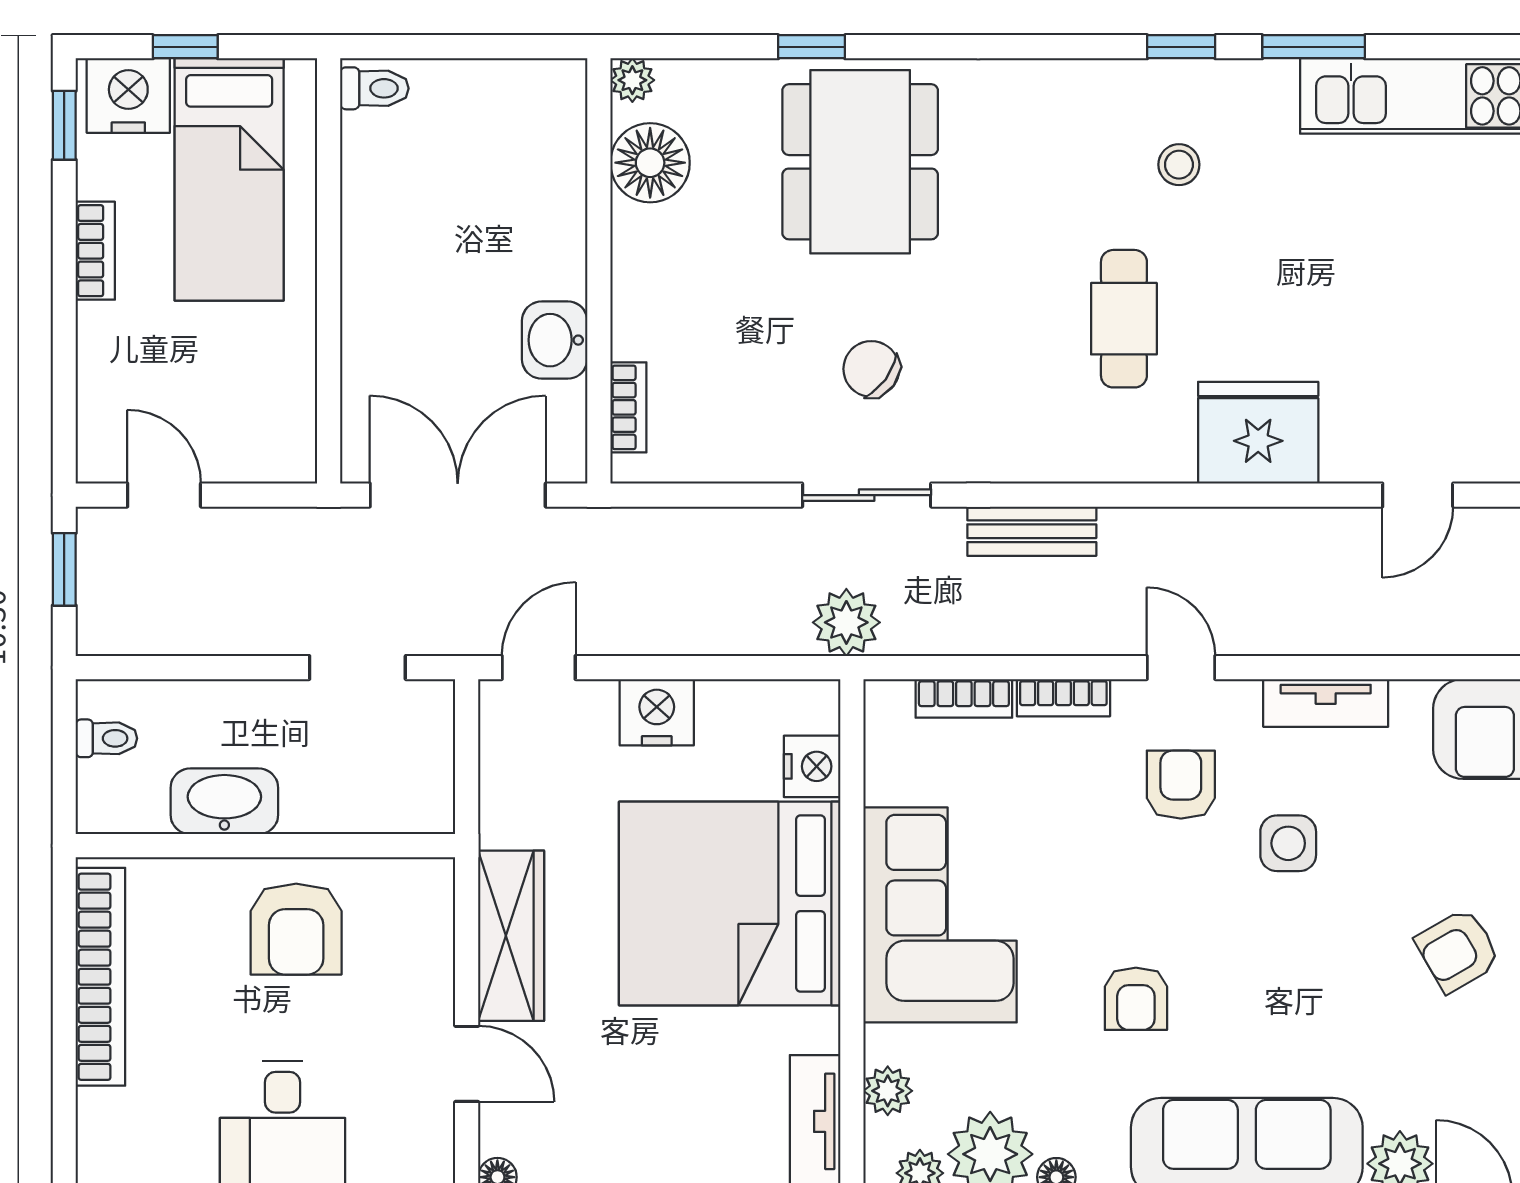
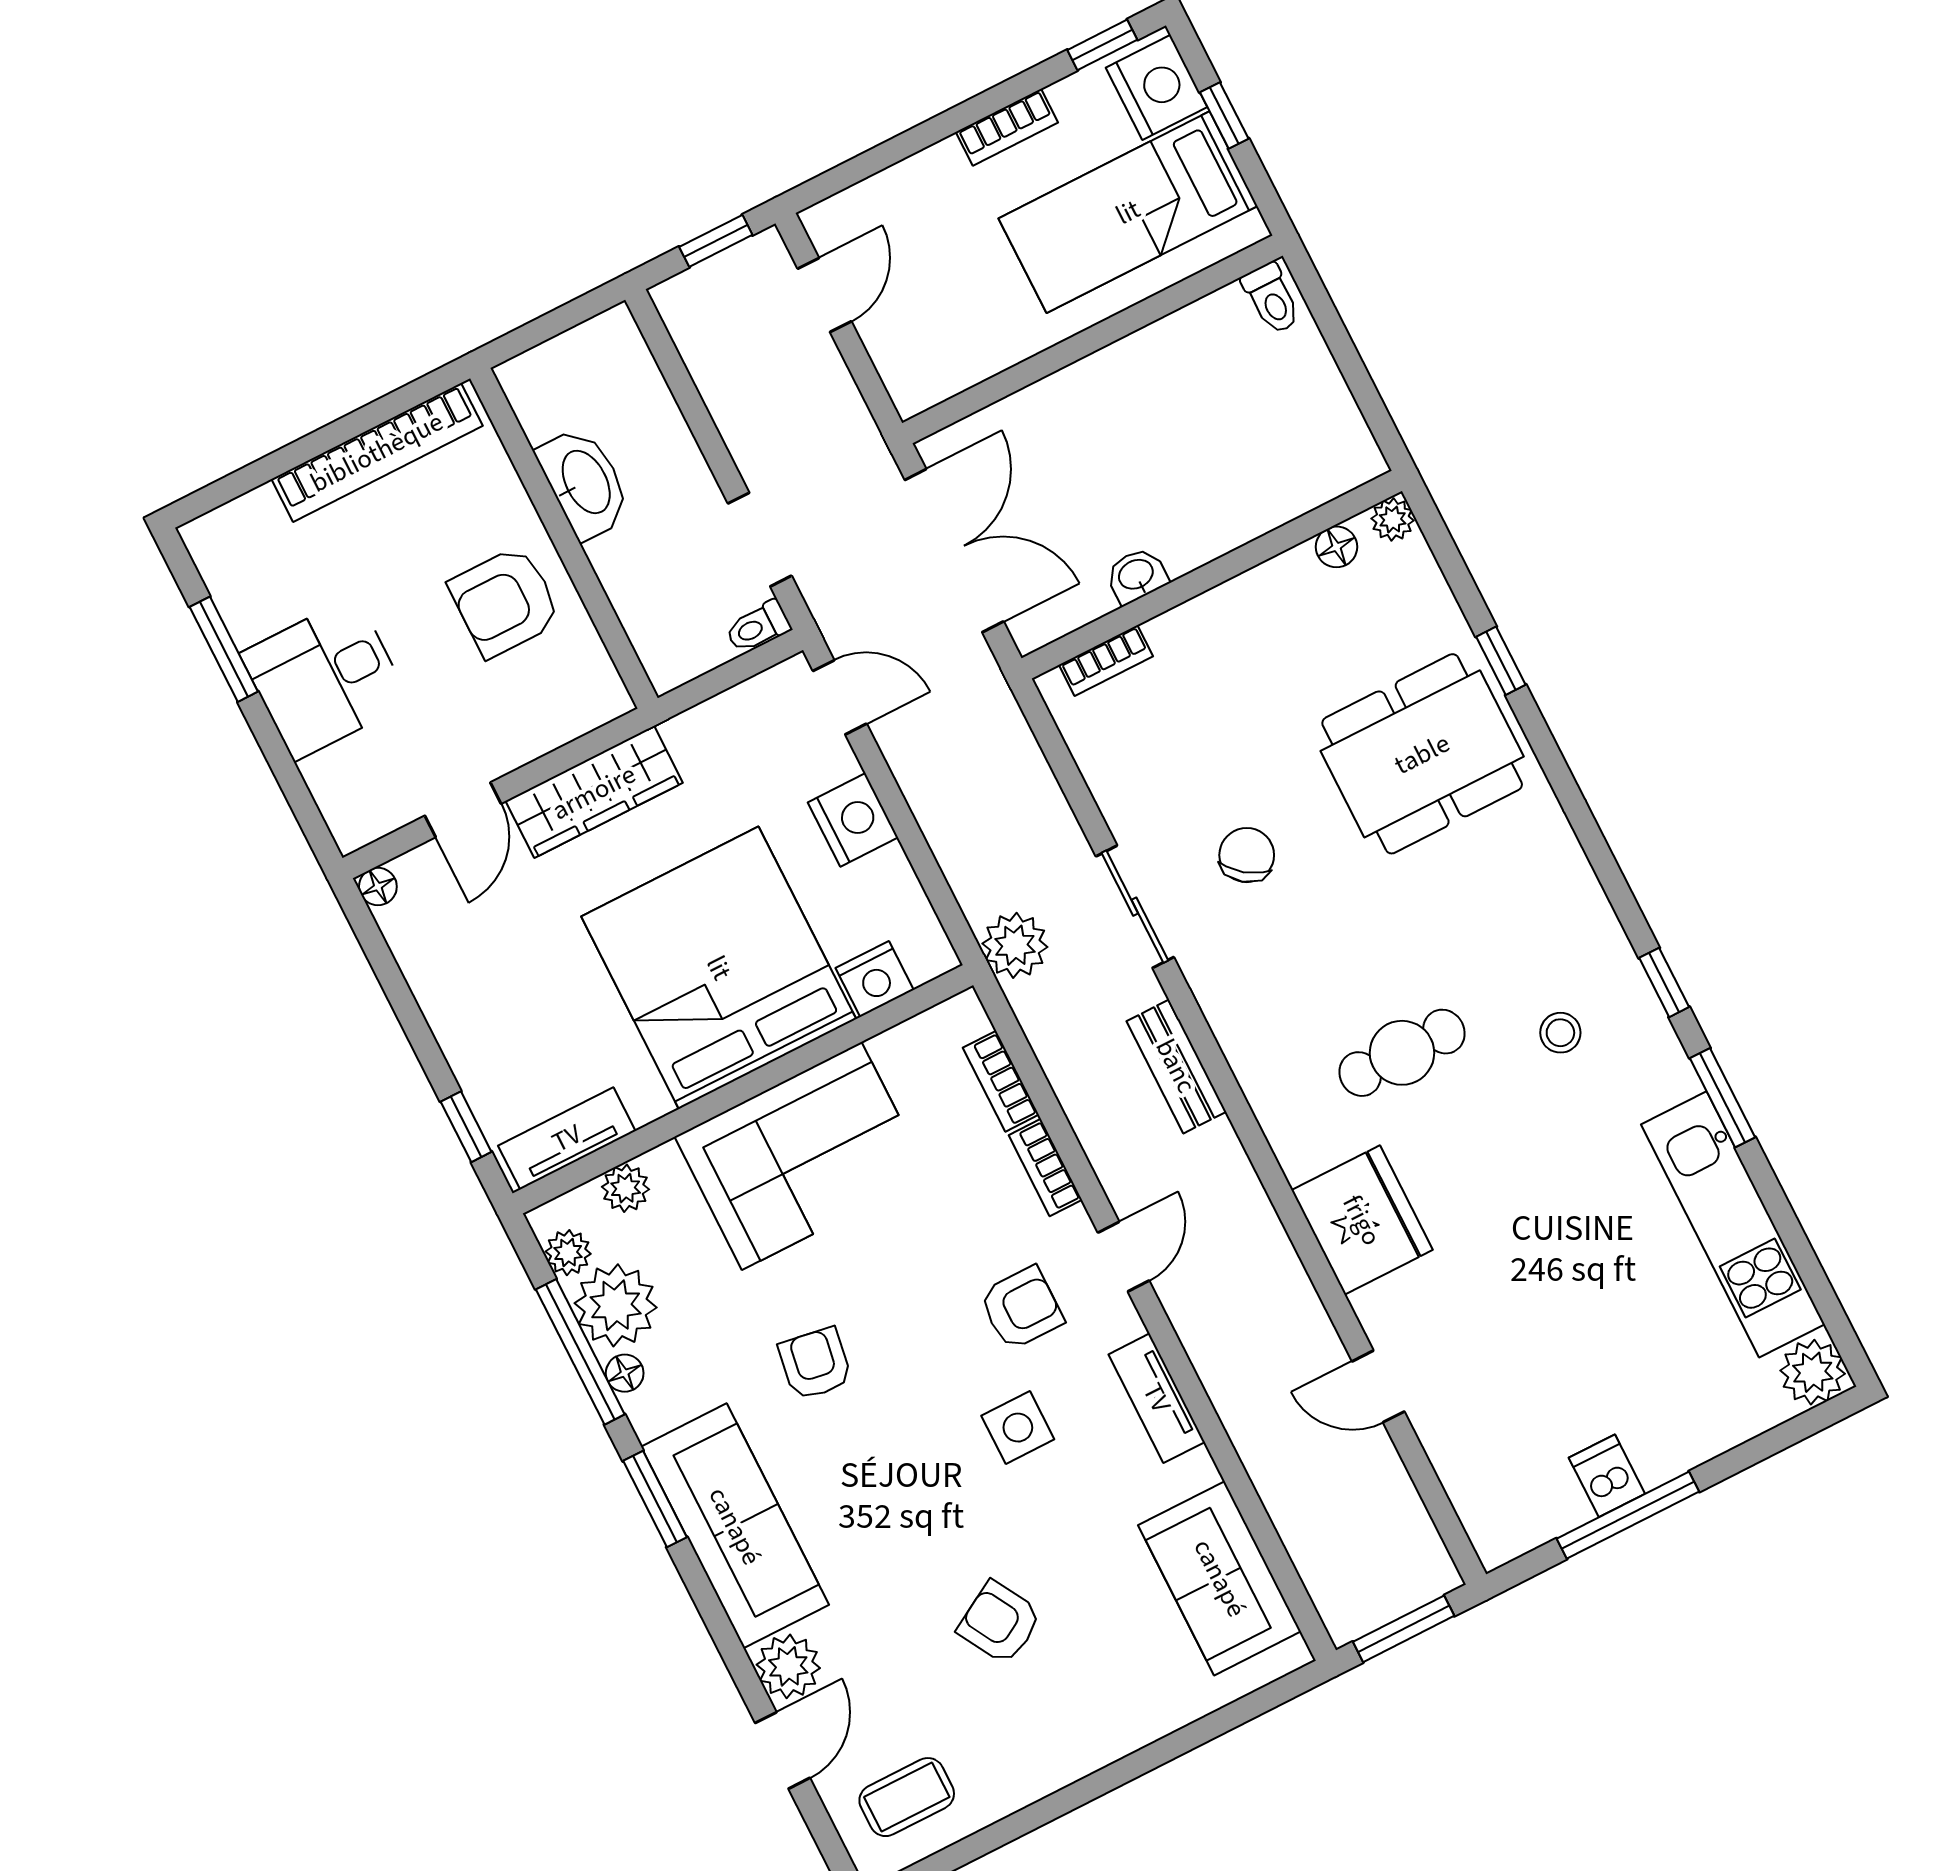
floor lamp: (650, 163) -> (1336, 547), width x0.53, depth x0.53
washbasin: (555, 340) -> (1136, 575), width x0.72, depth x0.69
toilet: (106, 738) -> (758, 627), moved, turned 90
armchair: (1136, 999) -> (815, 1364), turned 99

